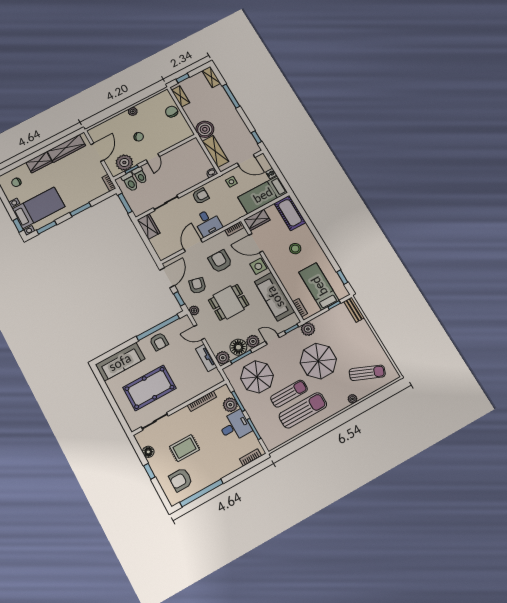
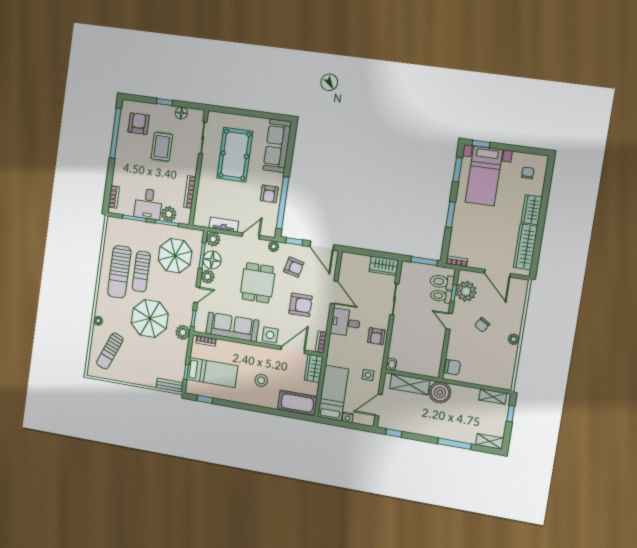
chair: (172, 112) -> (452, 367), moved
armchair: (159, 342) -> (269, 194), turned -90

